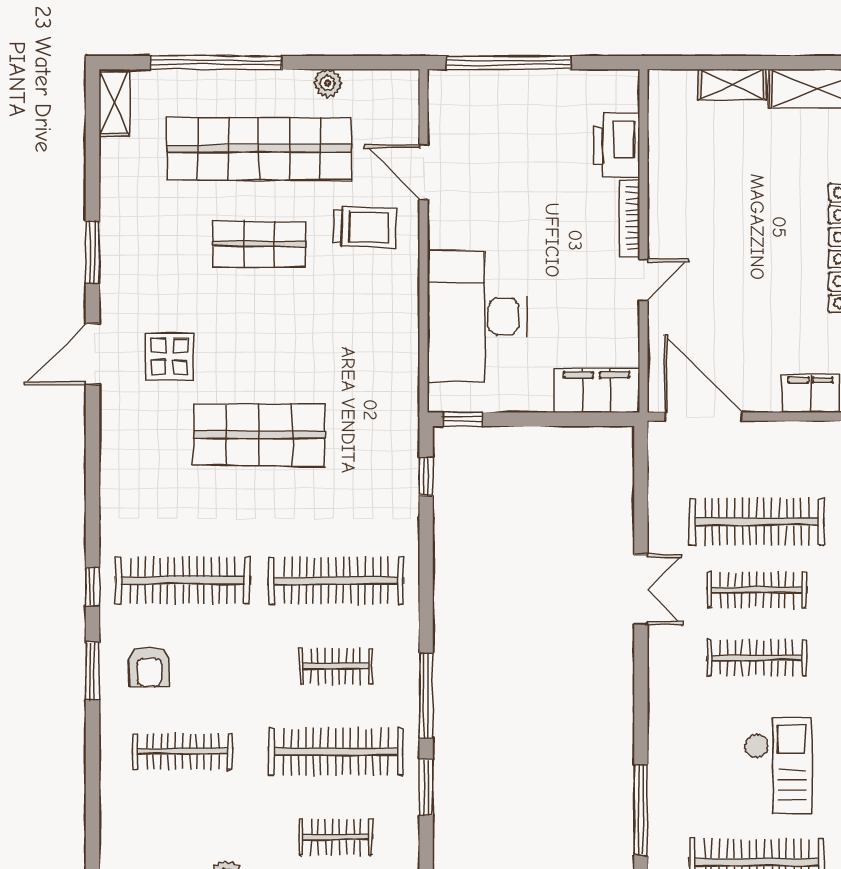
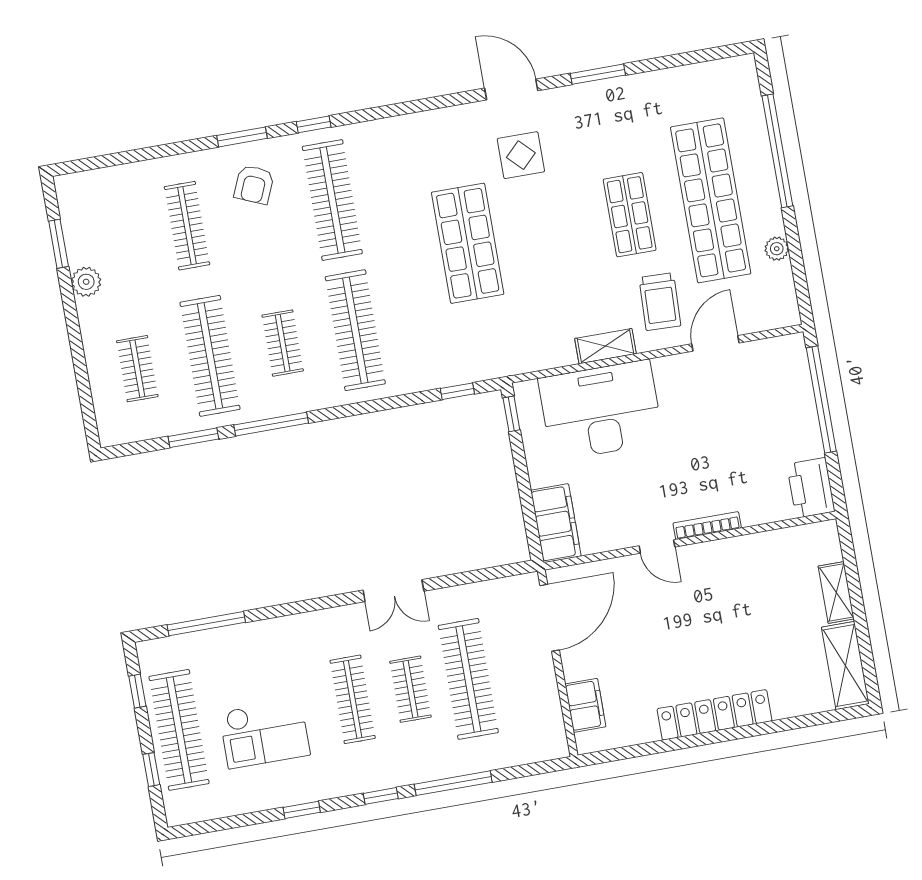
shelving: (114, 103) -> (605, 346), moved
printer: (617, 145) -> (811, 488), moved, turned -90
clothes rail: (757, 590) -> (410, 689), width x0.73
armchair: (149, 667) -> (254, 185), turned -67

